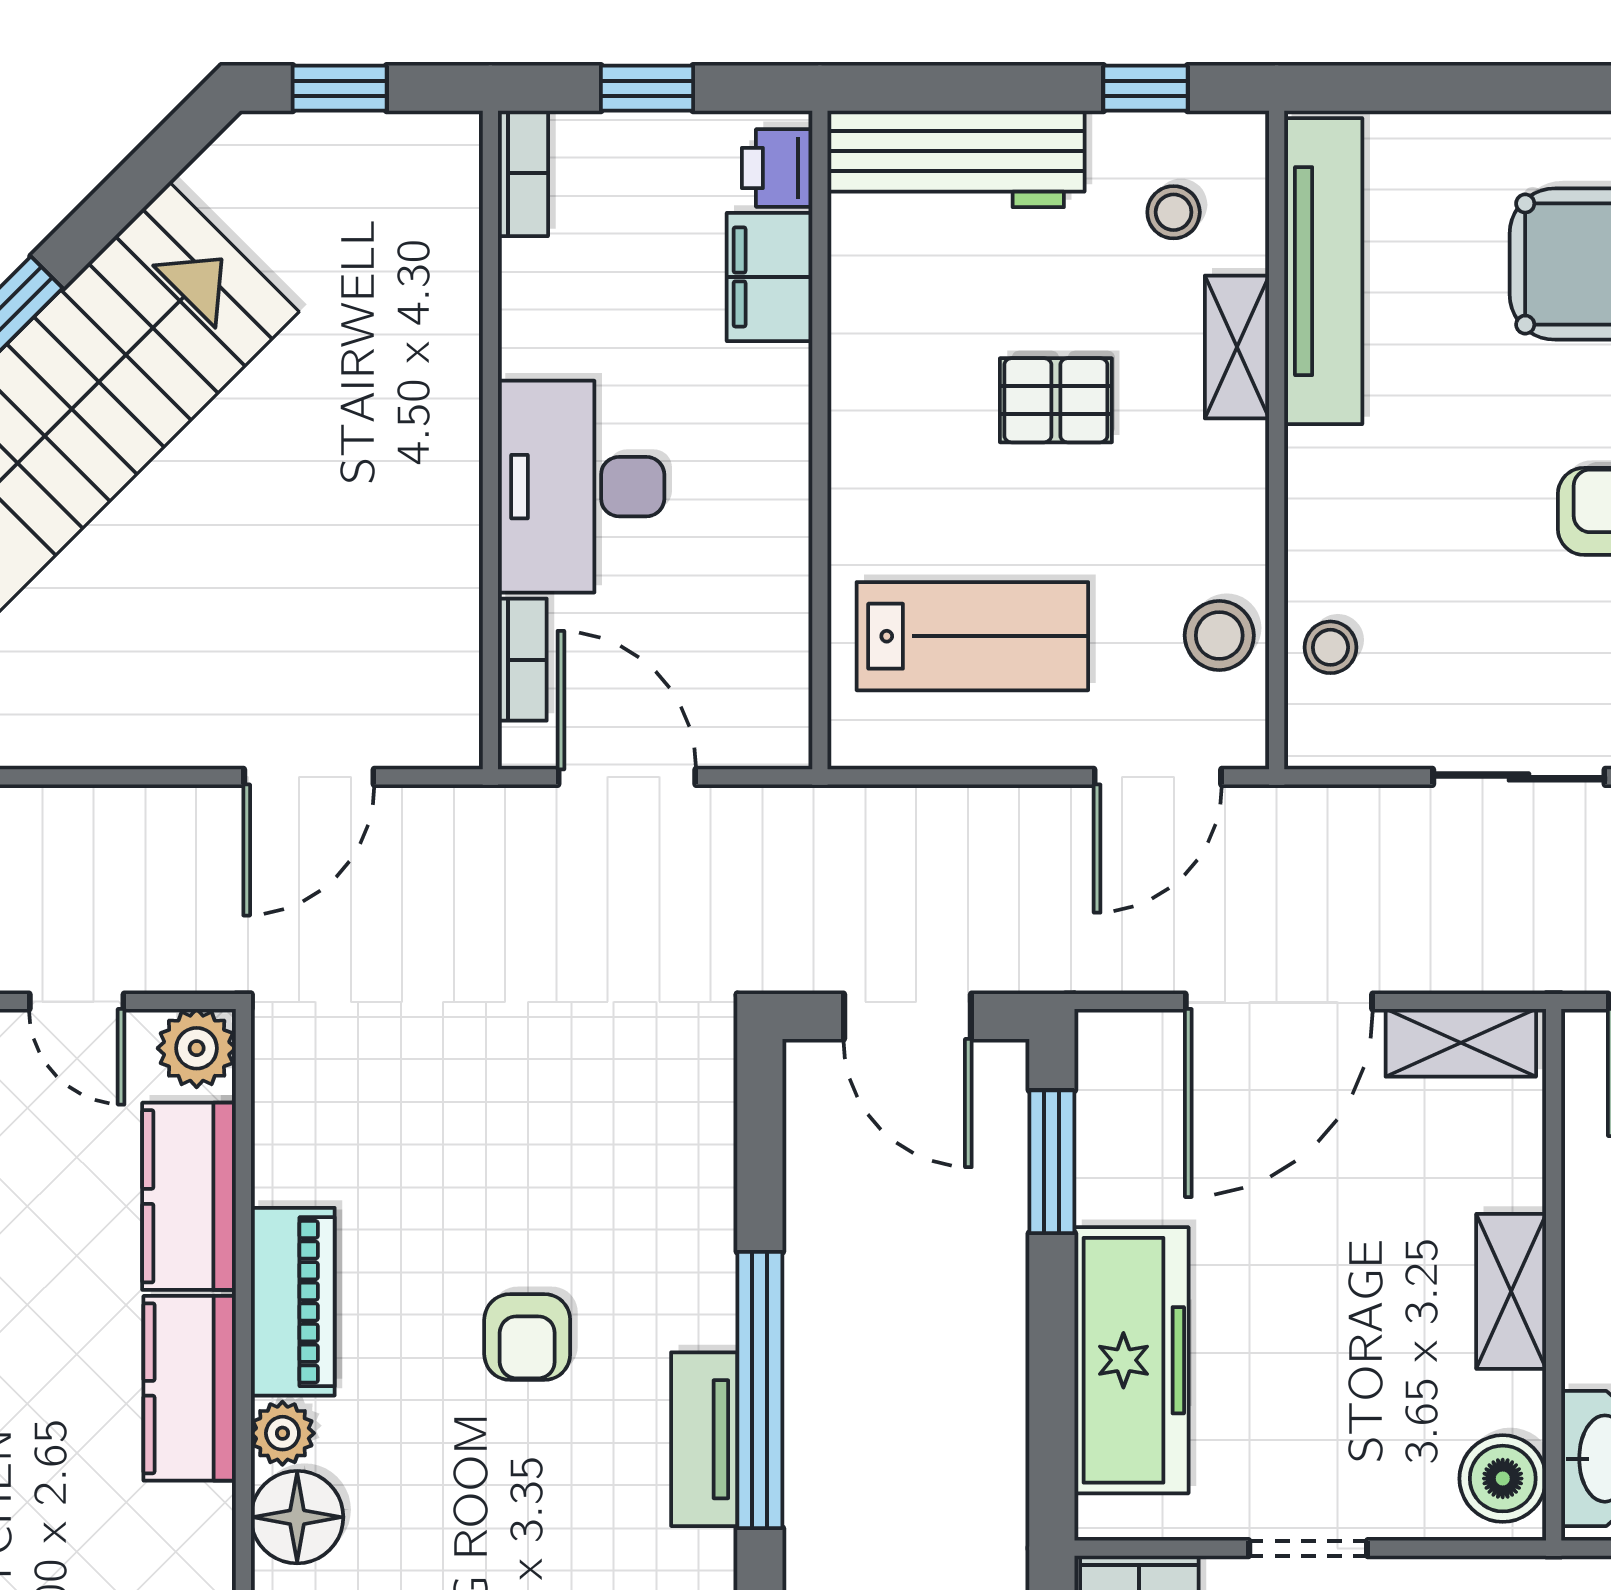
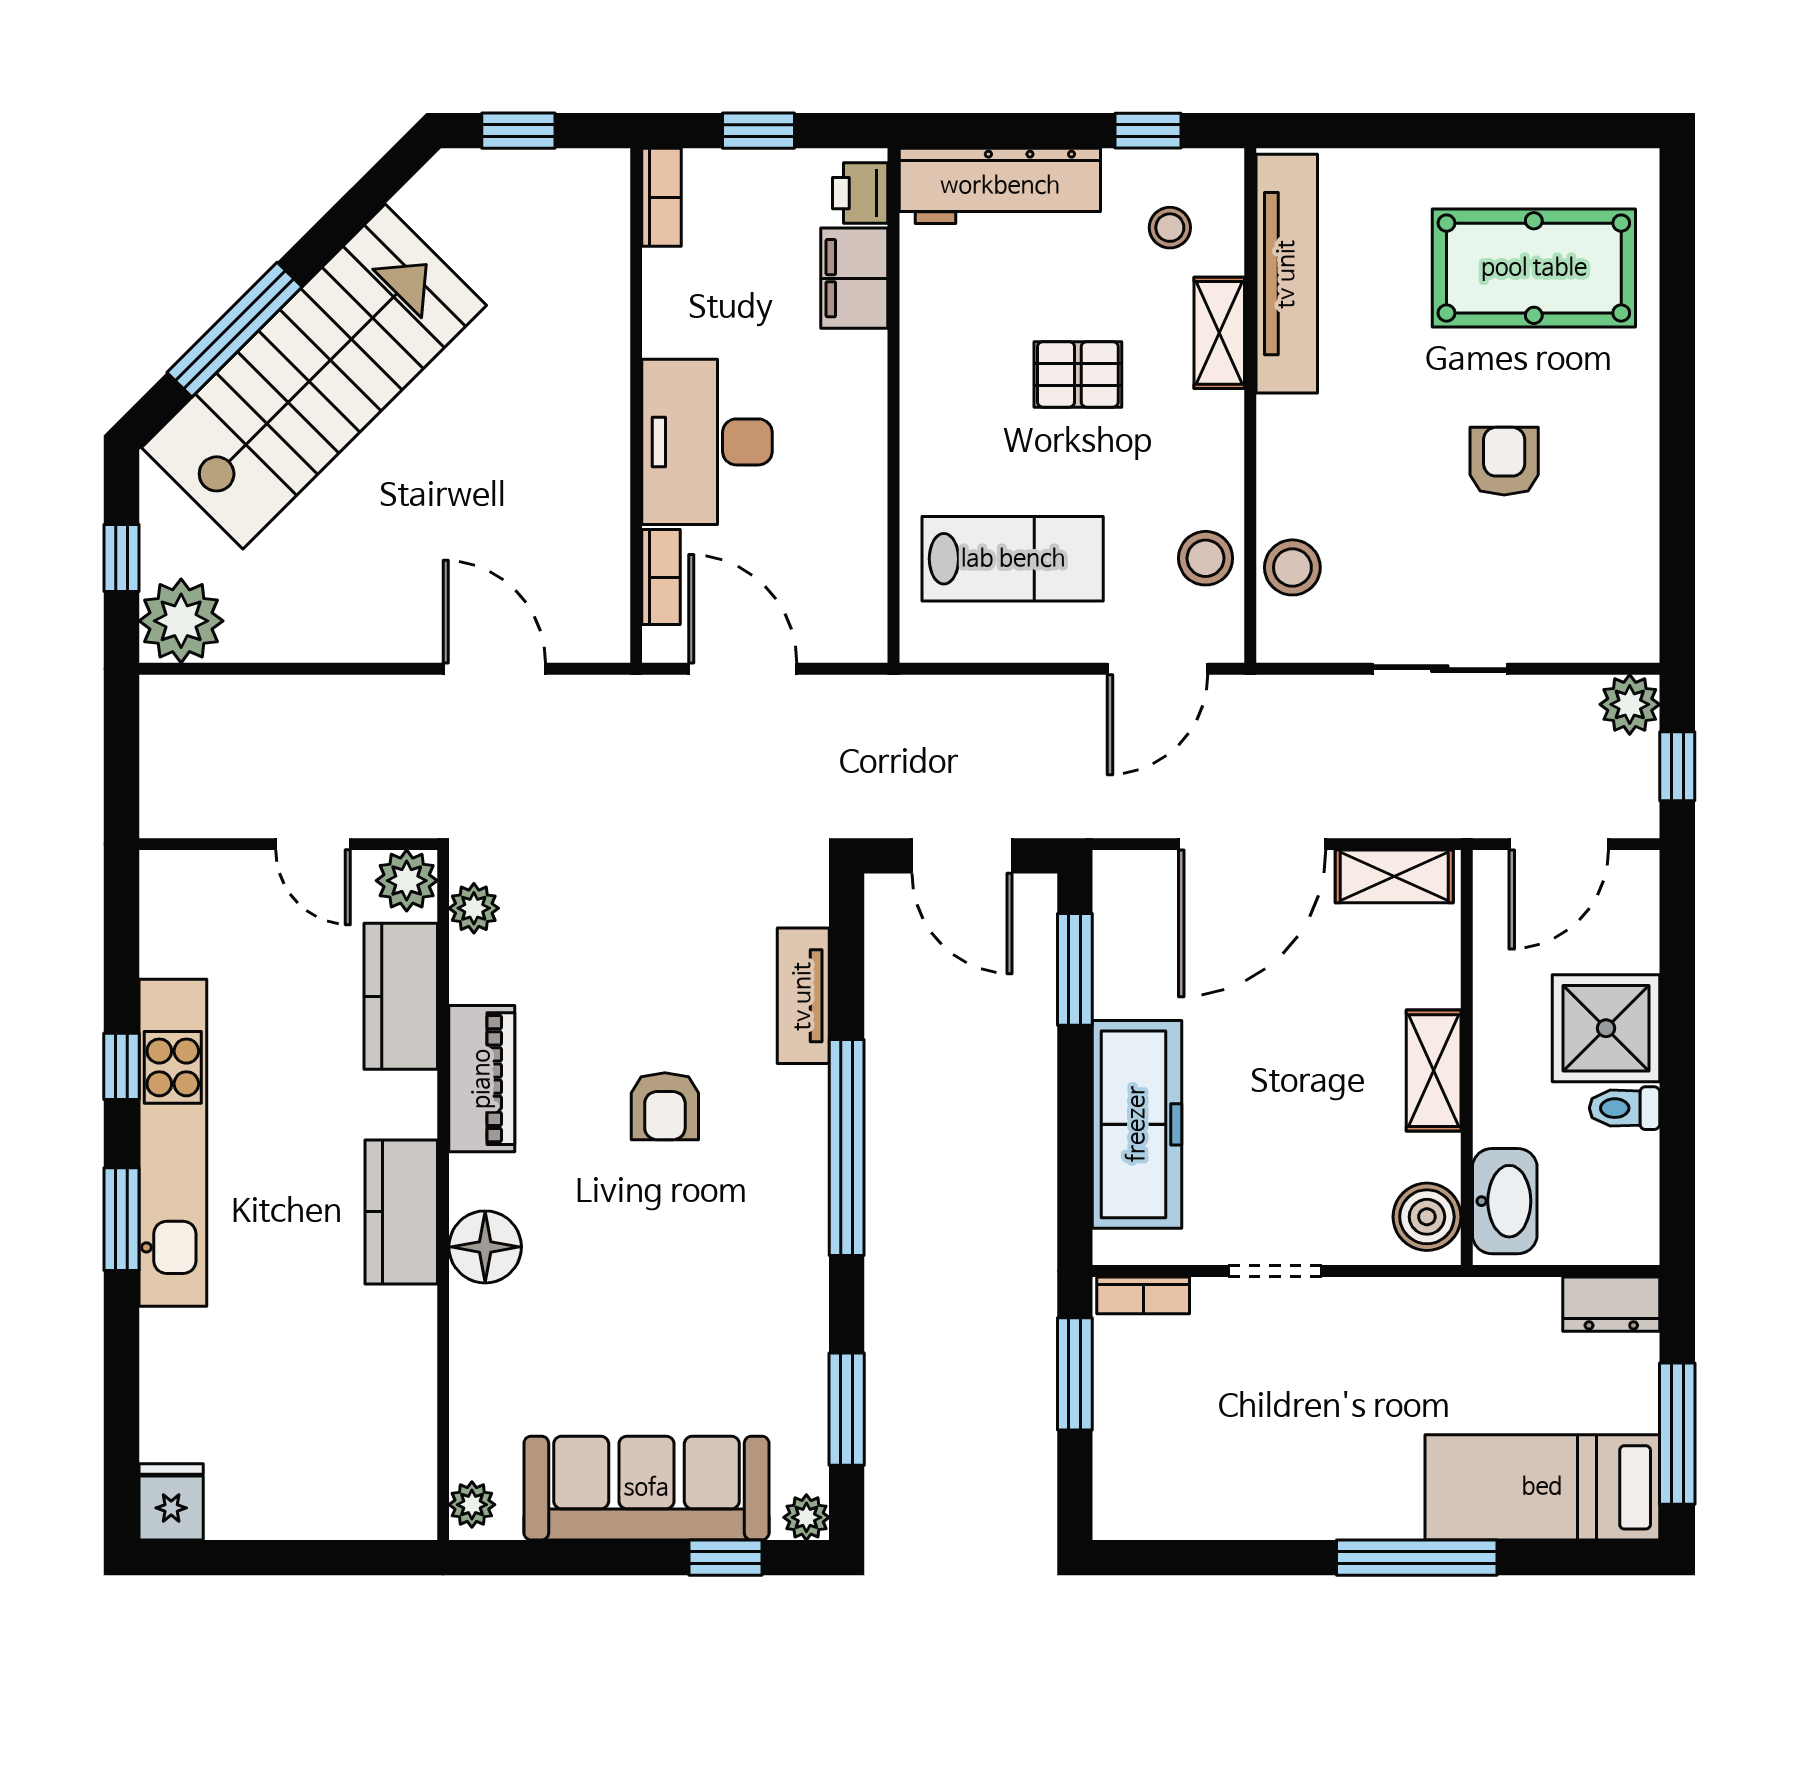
stool: (1330, 647) -> (1292, 567), width x1.37, depth x1.37
door: (309, 777) -> (494, 669), swing flipped
kitchen counter: (190, 1388) -> (401, 1212), moved
plant: (282, 1433) -> (474, 908), moved
tv unit: (704, 1439) -> (803, 996), moved

